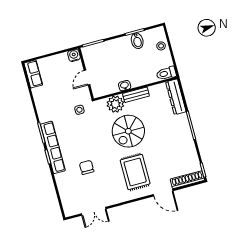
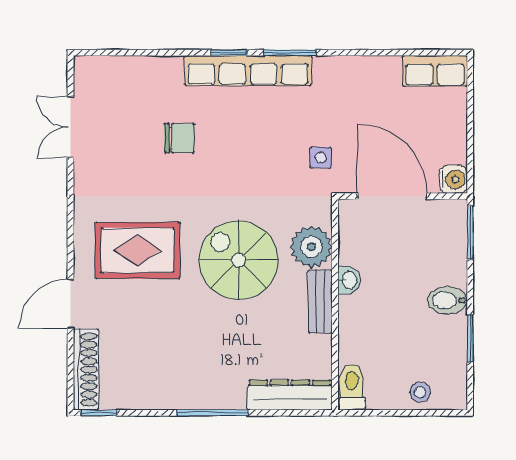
bidet: (137, 41) -> (448, 300), moved
door: (87, 77) -> (392, 196), width x1.87

